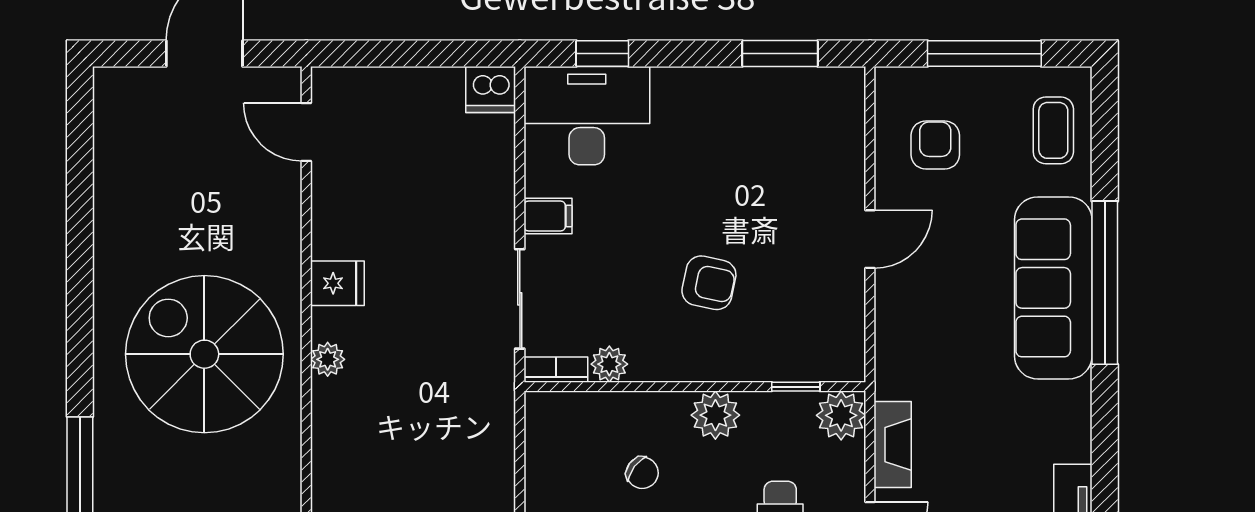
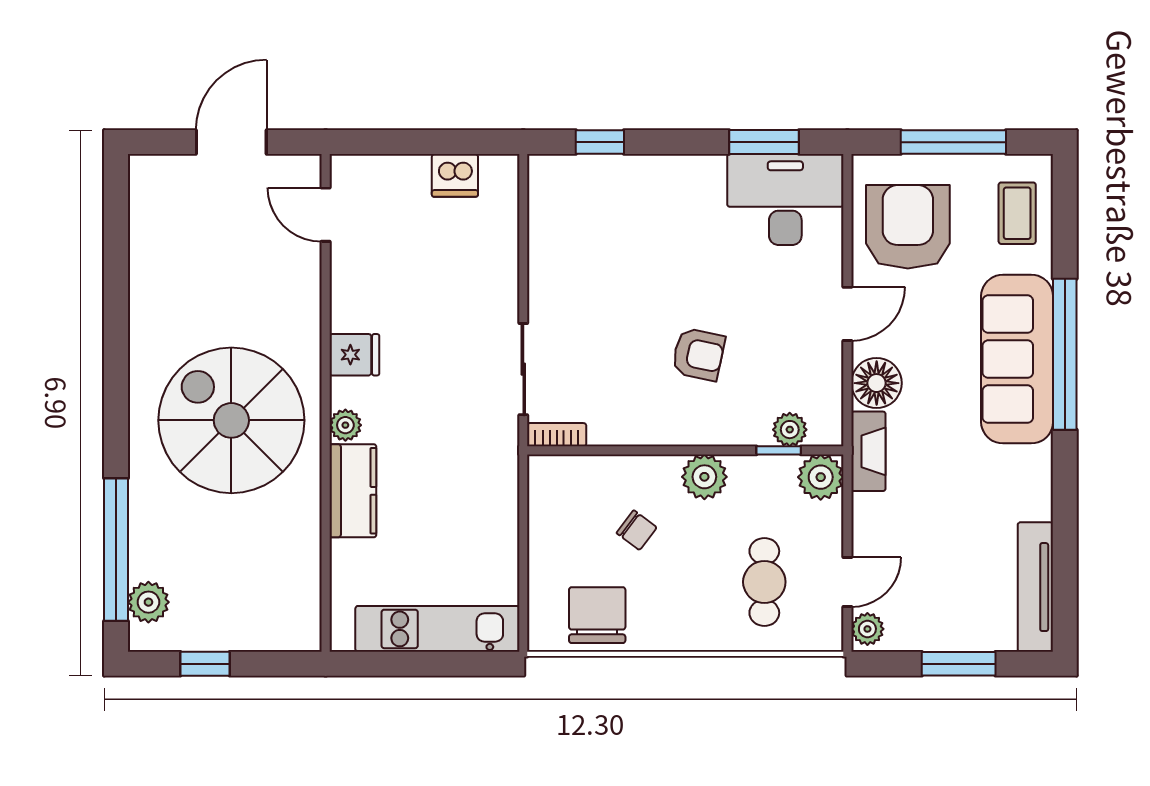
dishwasher: (491, 90) -> (455, 175), moved
desk: (587, 116) -> (785, 200), moved
armchair: (935, 145) -> (908, 227), width x1.88, depth x1.88
filing cabinet: (548, 216) -> (549, 292), removed
floor lamp: (901, 314) -> (877, 383), added
plant: (609, 364) -> (790, 430), moved
kitchen counter: (336, 430) -> (353, 491), added
fireplace: (893, 445) -> (868, 451), moved

